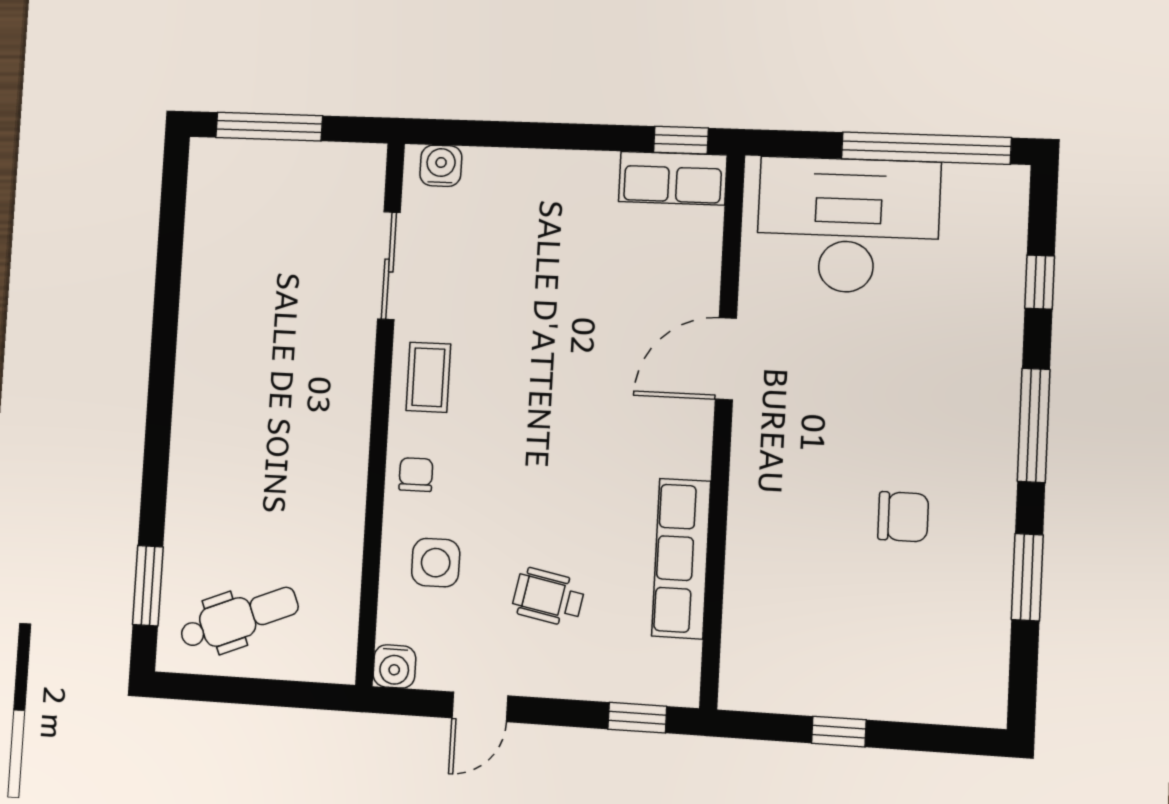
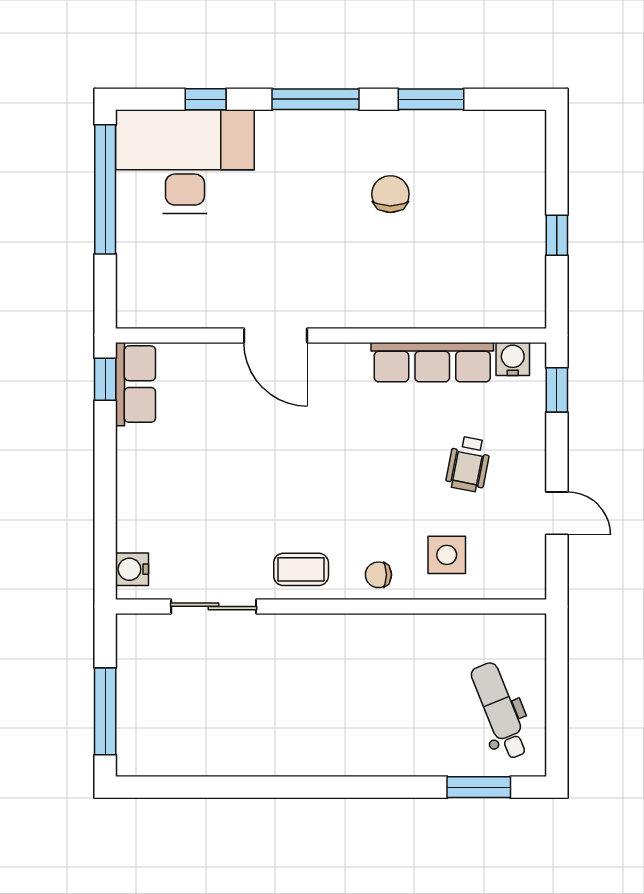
desk: (848, 225) -> (185, 162), moved, turned 90
water cooler: (394, 666) -> (513, 359), moved, turned -90

